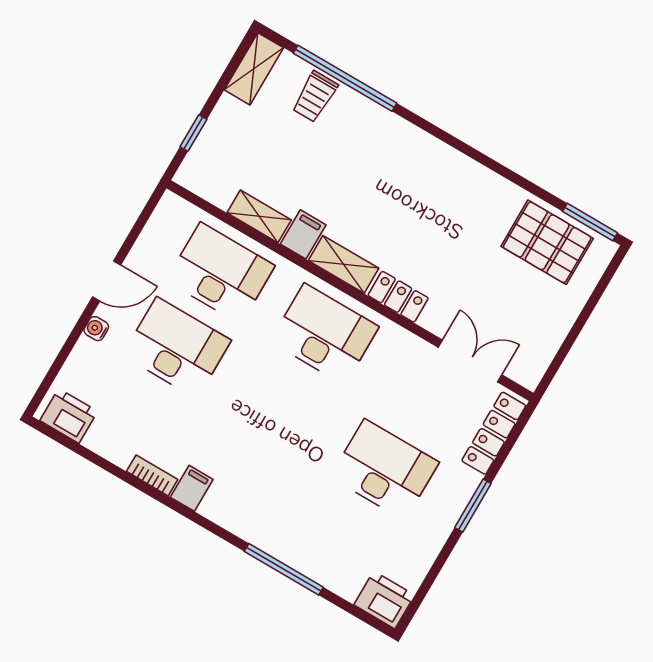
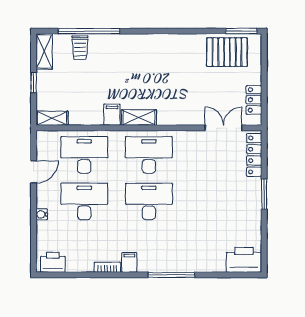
window: (193, 133) -> (34, 83), moved
shelving: (259, 216) -> (52, 118), moved
door: (107, 281) -> (34, 172), moved
locker: (398, 297) -> (254, 100), moved, turned -90
desk: (385, 470) -> (149, 201), moved
window: (284, 569) -> (172, 275), moved
printer: (384, 600) -> (244, 260), width x1.37, depth x1.19

